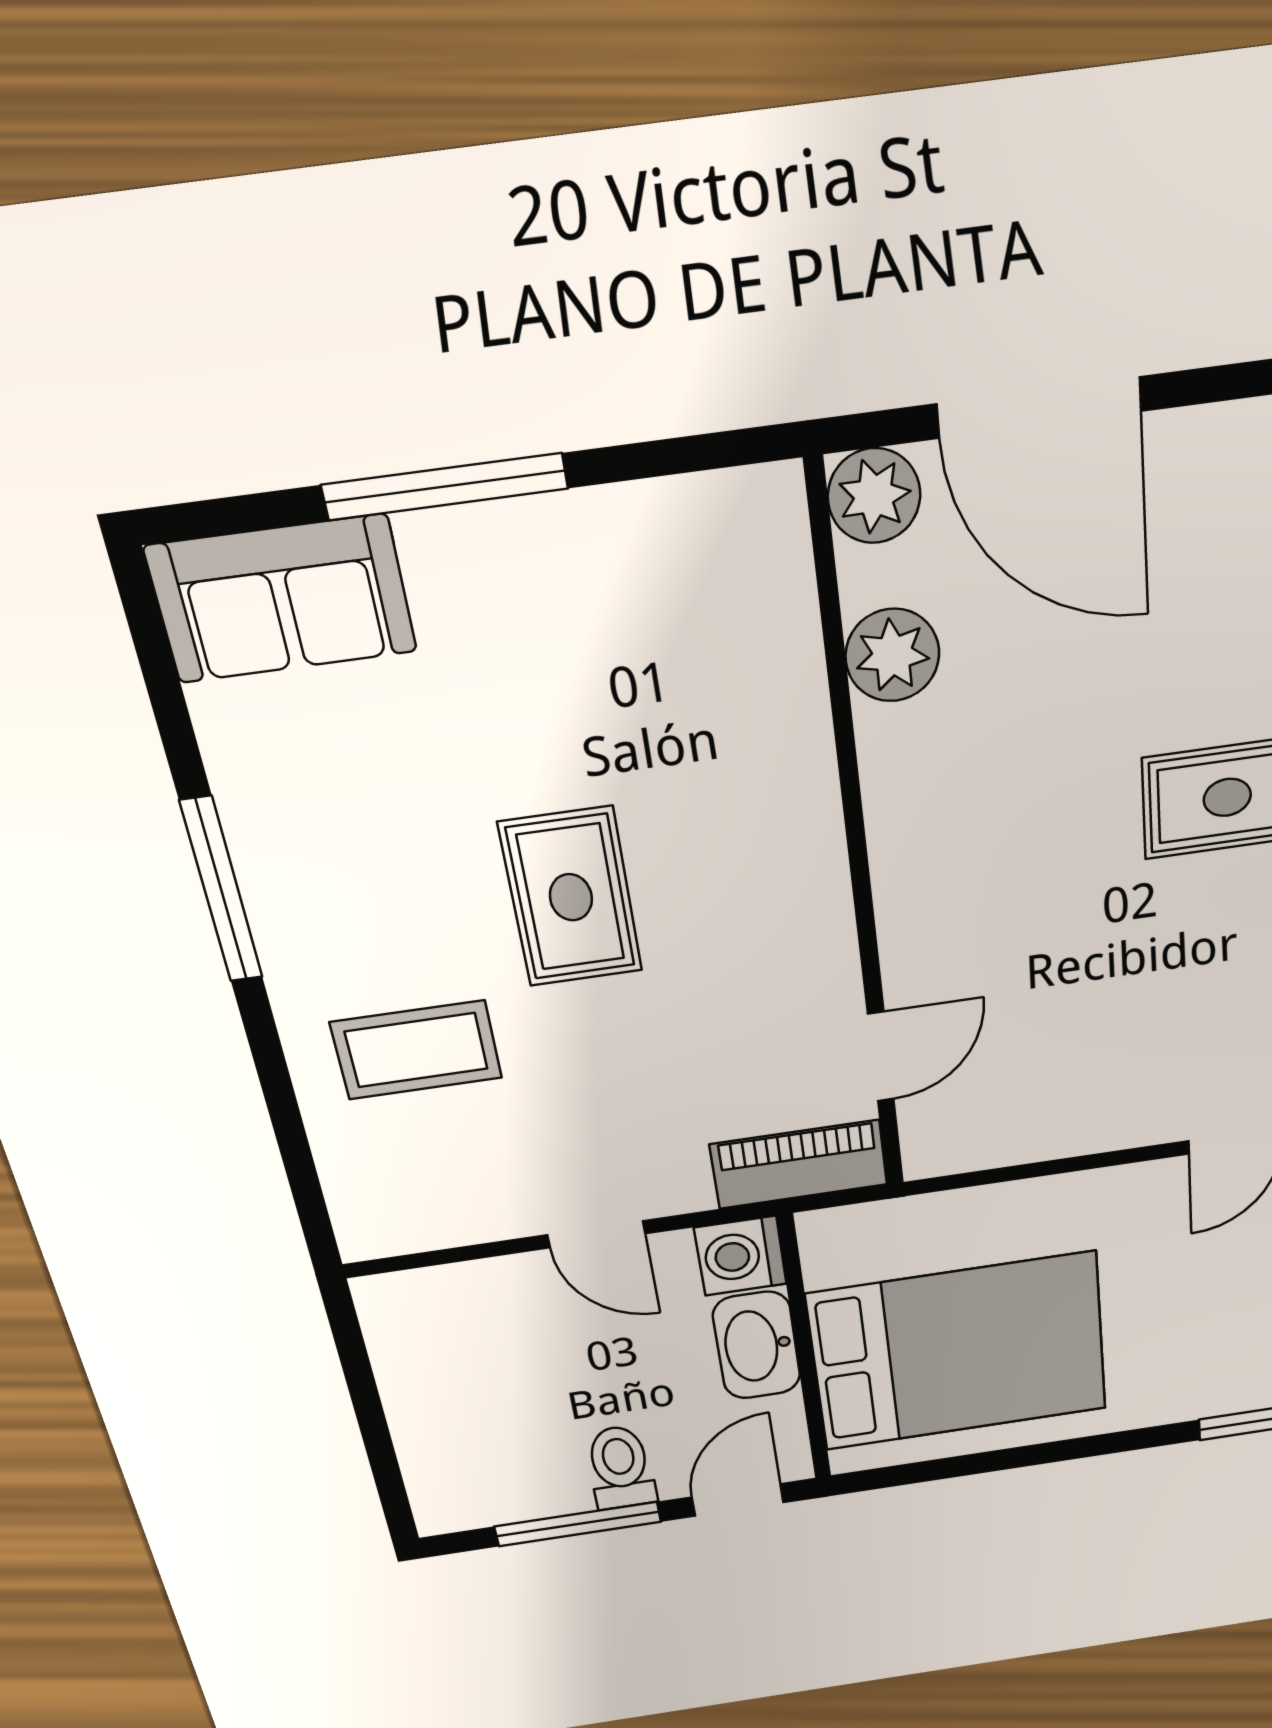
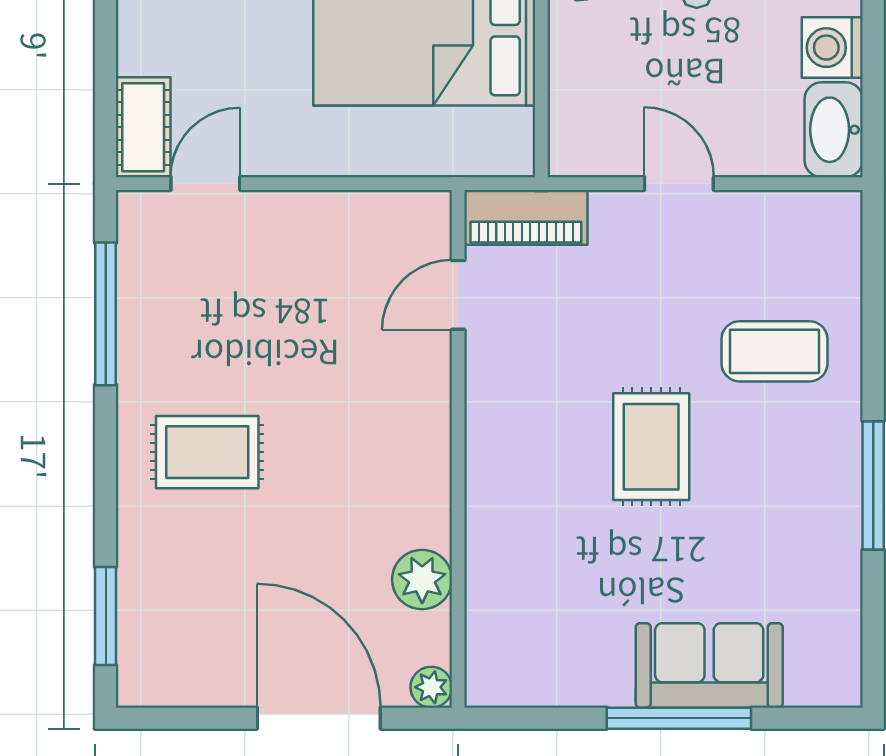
plant: (874, 496) -> (431, 687), width x0.73, depth x0.73
sofa: (282, 599) -> (709, 665), moved
washing machine: (740, 1256) -> (832, 48), moved, turned 180
washbasin: (757, 1345) -> (834, 130), moved, turned 180

